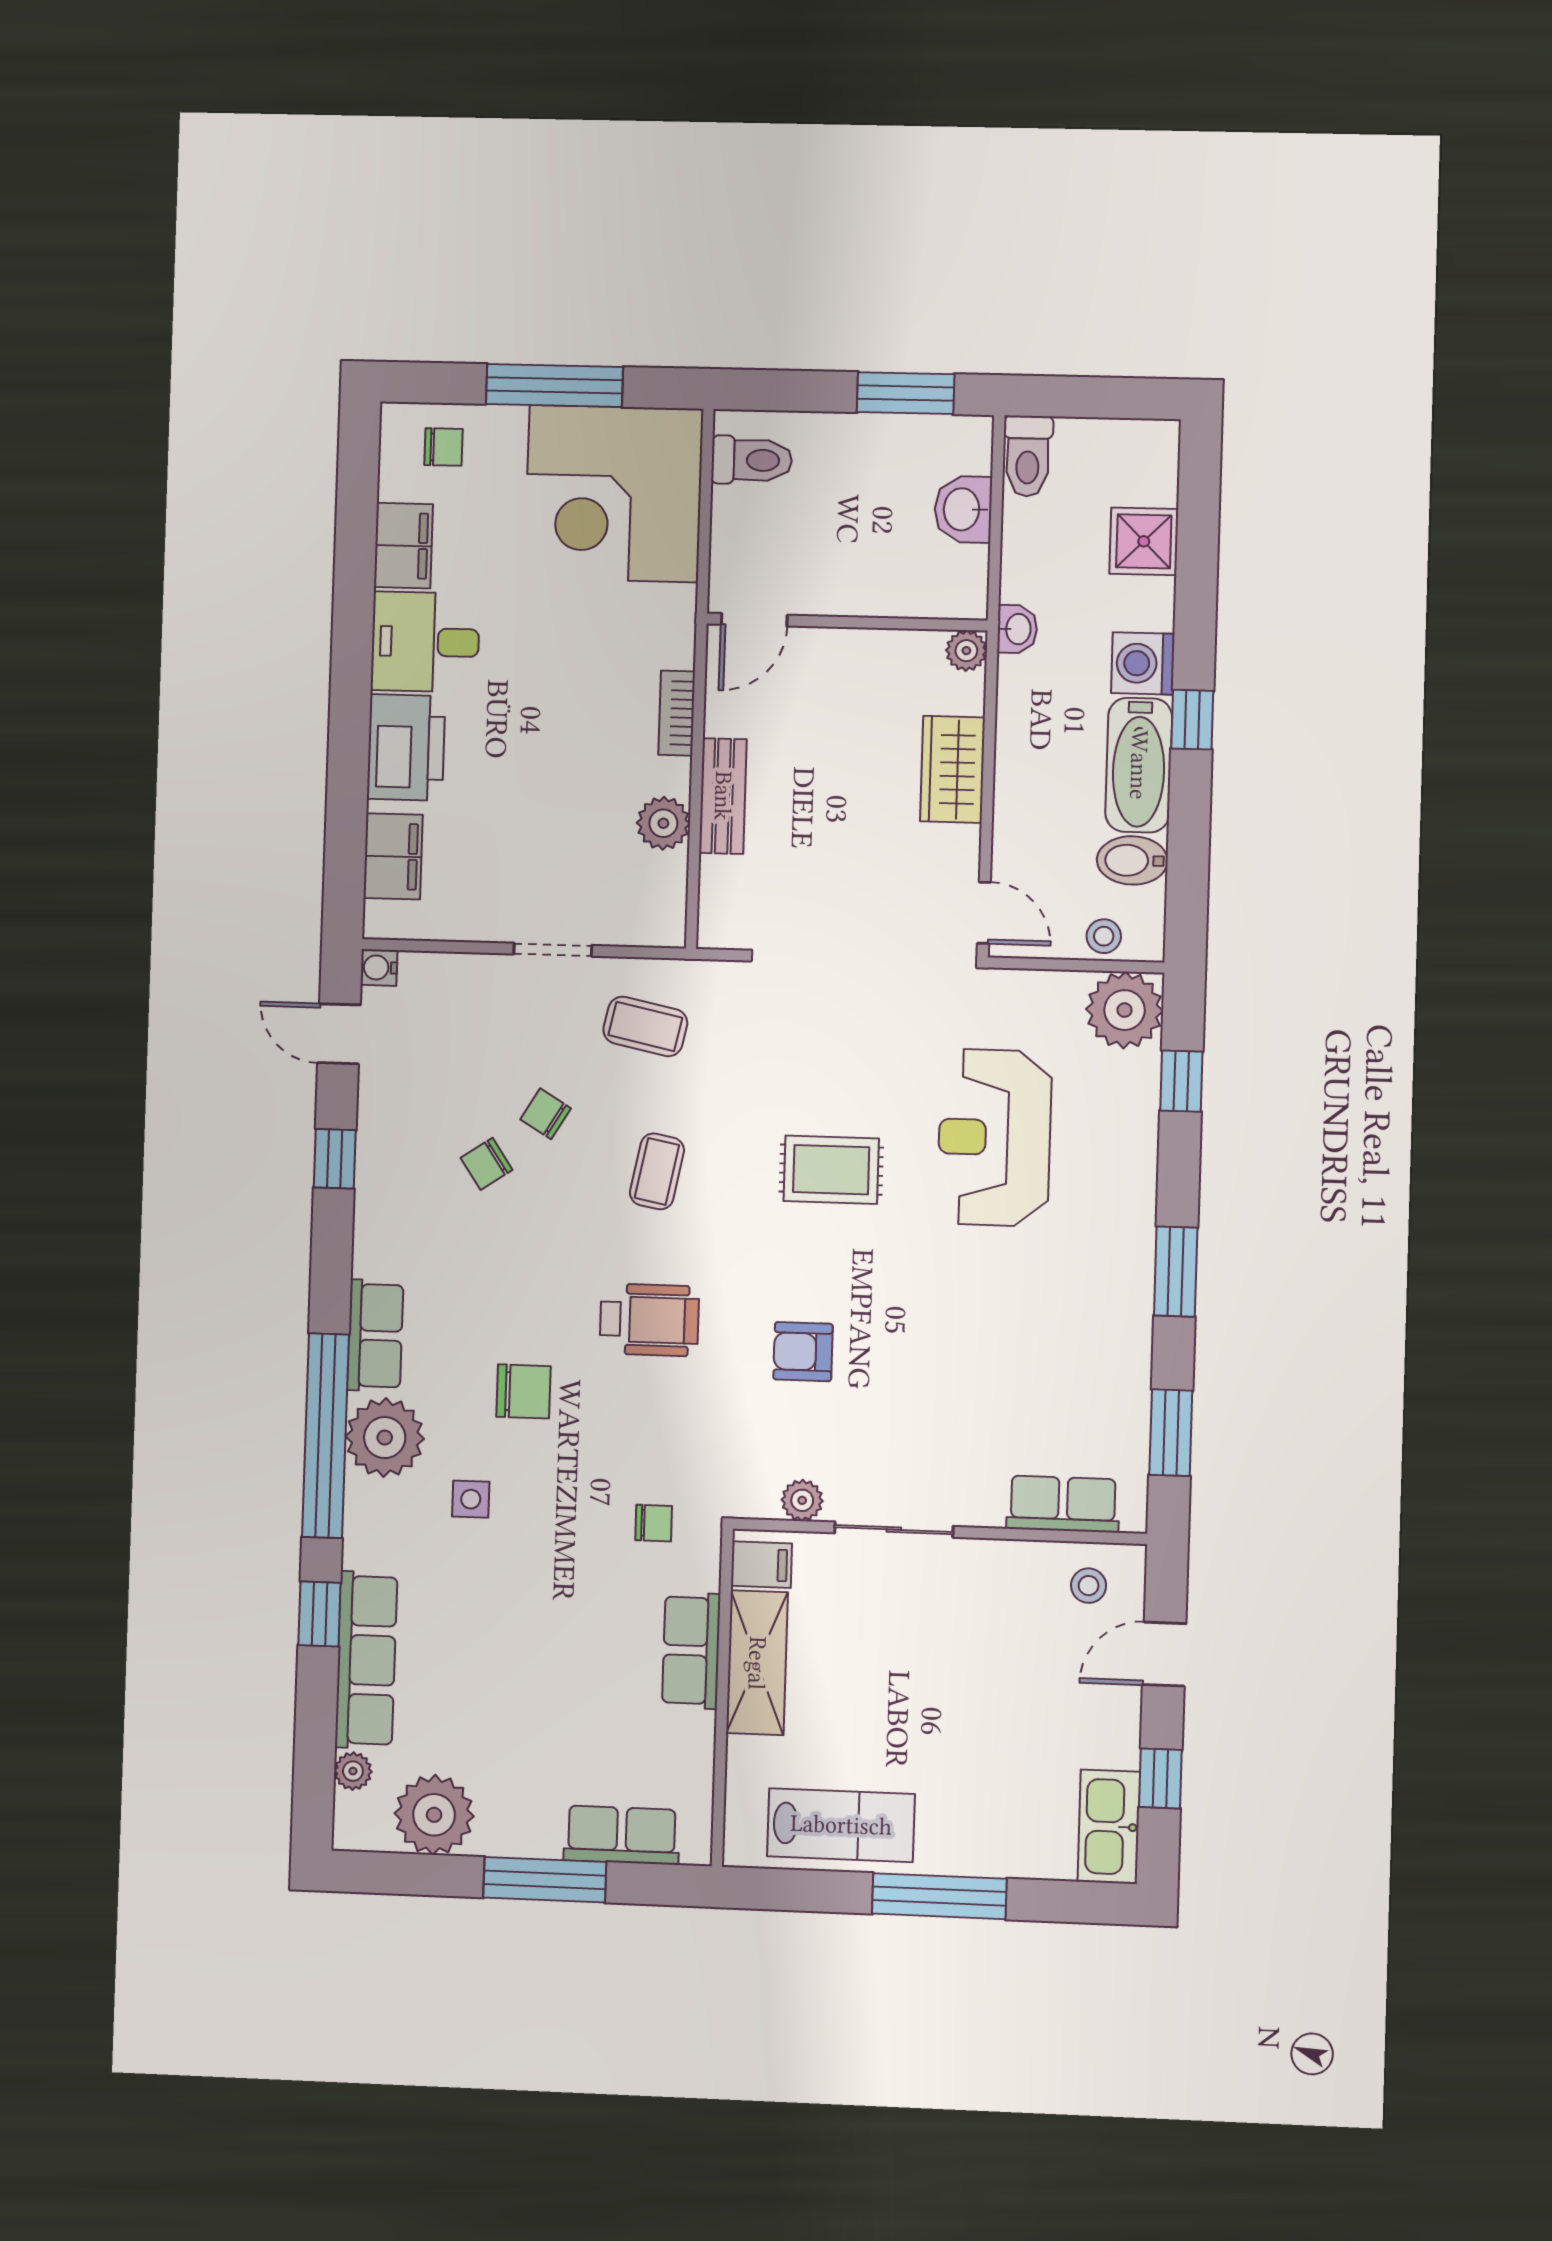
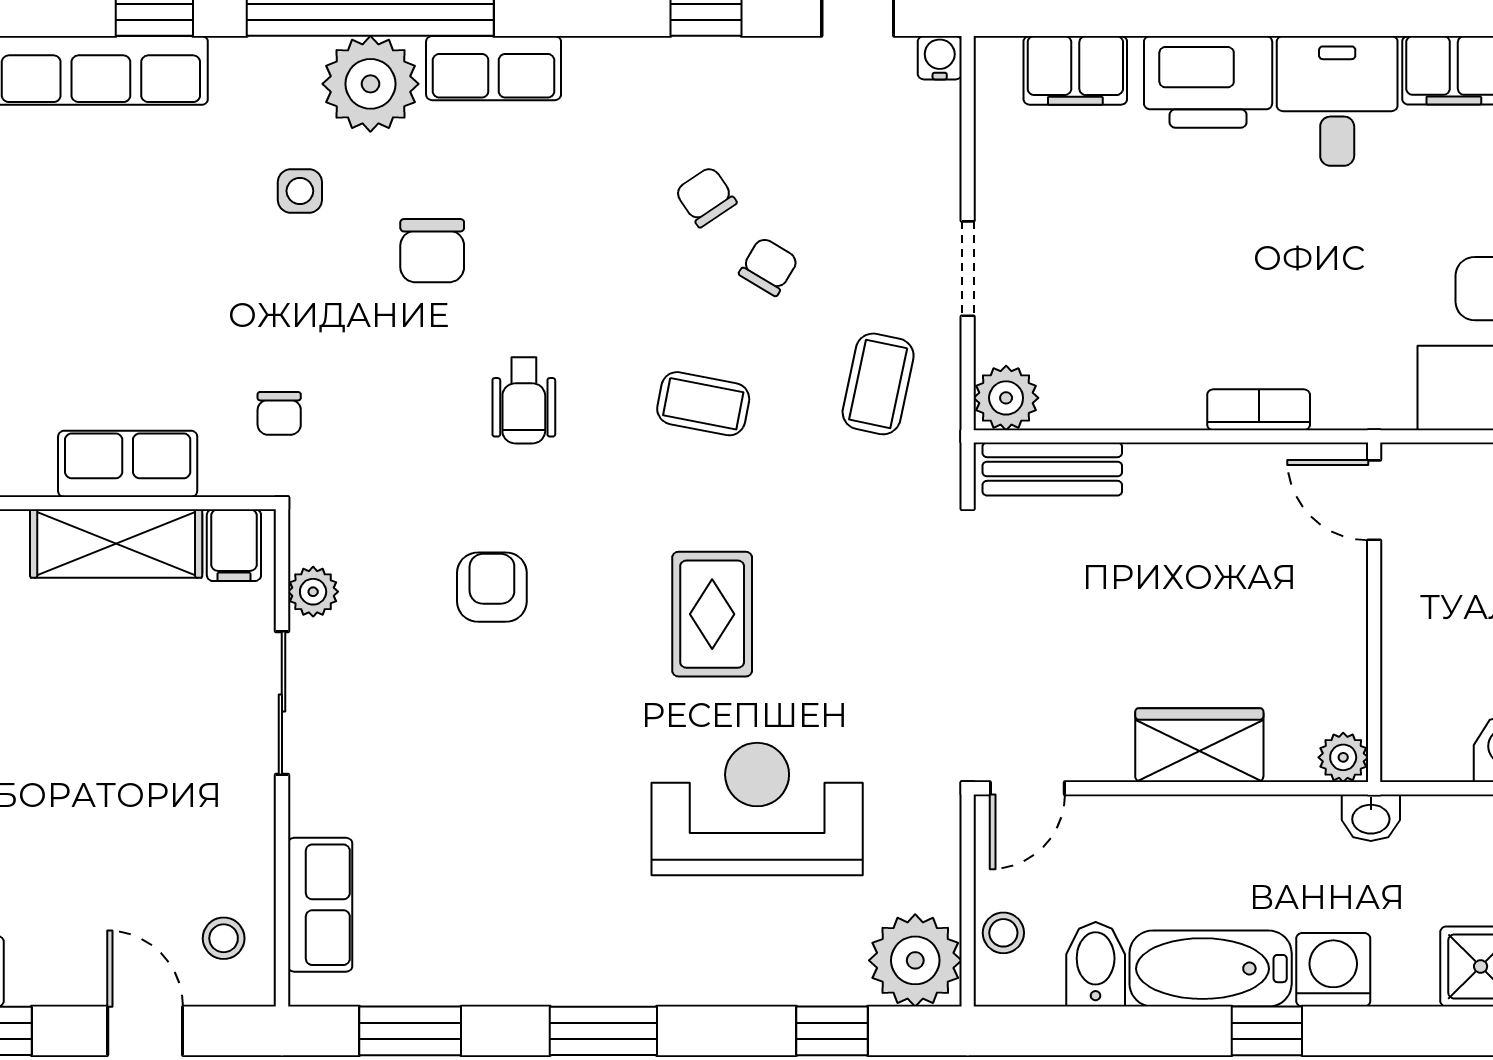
bench: (723, 796) -> (1052, 469), moved
plant: (663, 823) -> (1006, 398), moved
wheelchair: (649, 1320) -> (524, 400), width x0.73, depth x0.73

